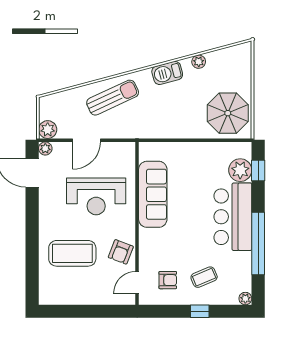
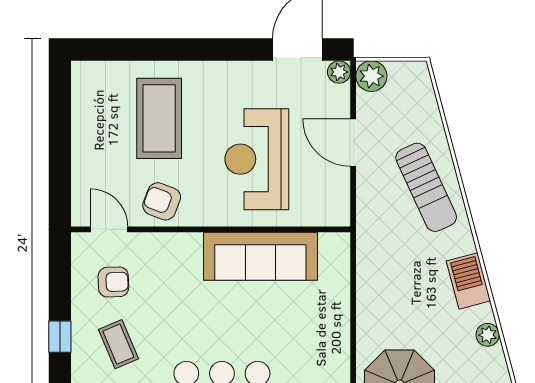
armchair: (168, 280) -> (113, 282), turned -92

